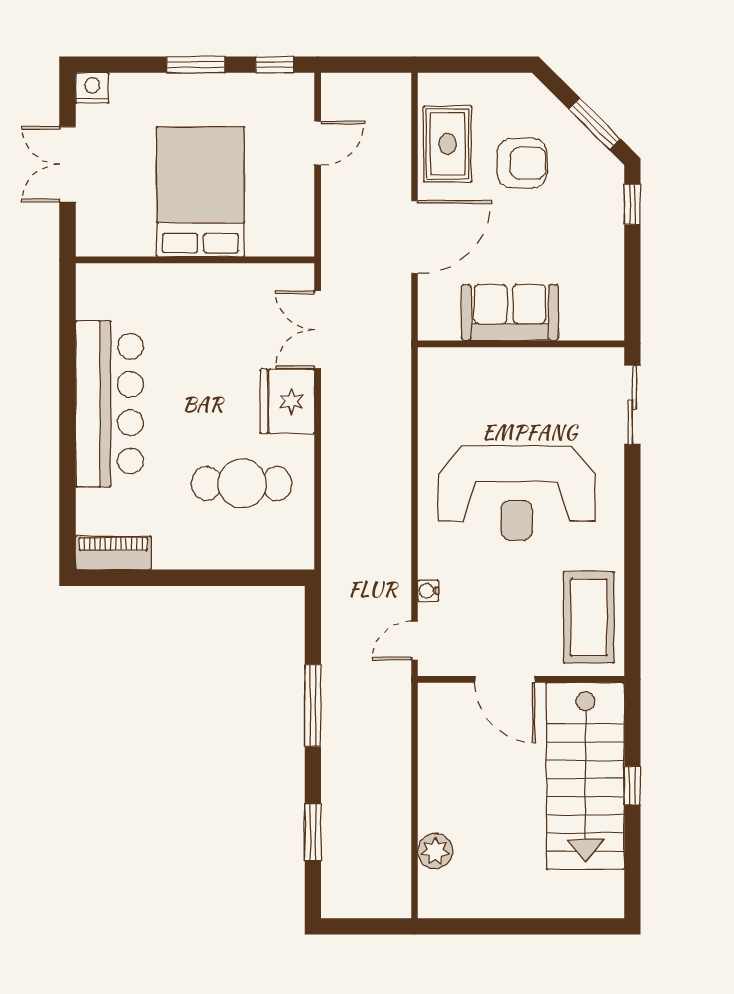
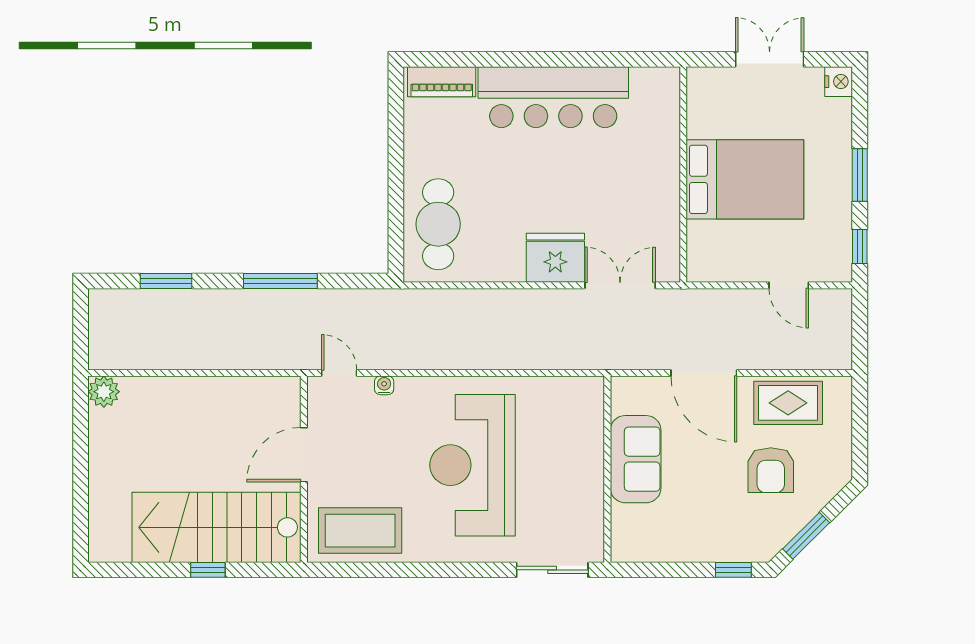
cafe table: (242, 483) -> (438, 224), moved
piano: (113, 553) -> (442, 82), moved, turned 90
plant: (435, 851) -> (104, 392), moved

